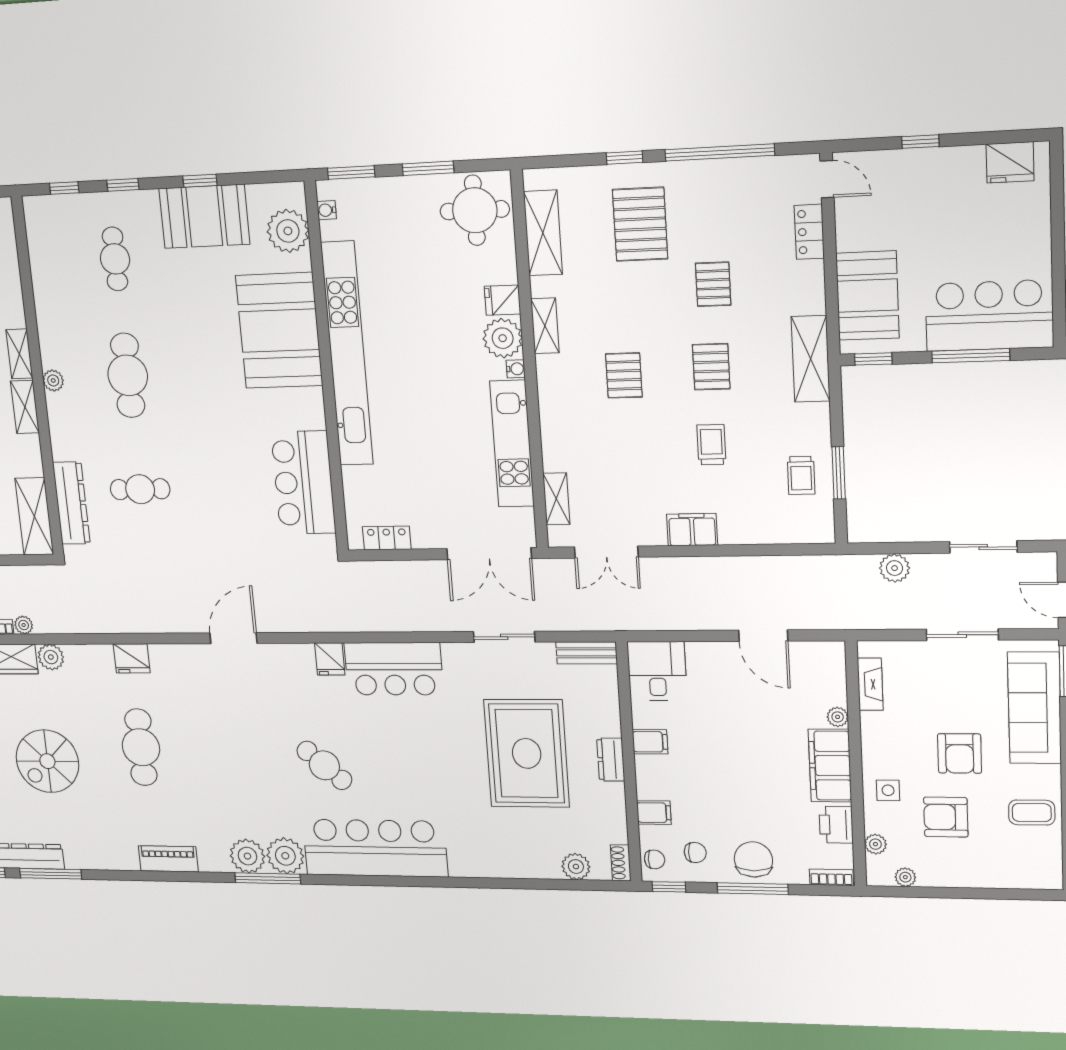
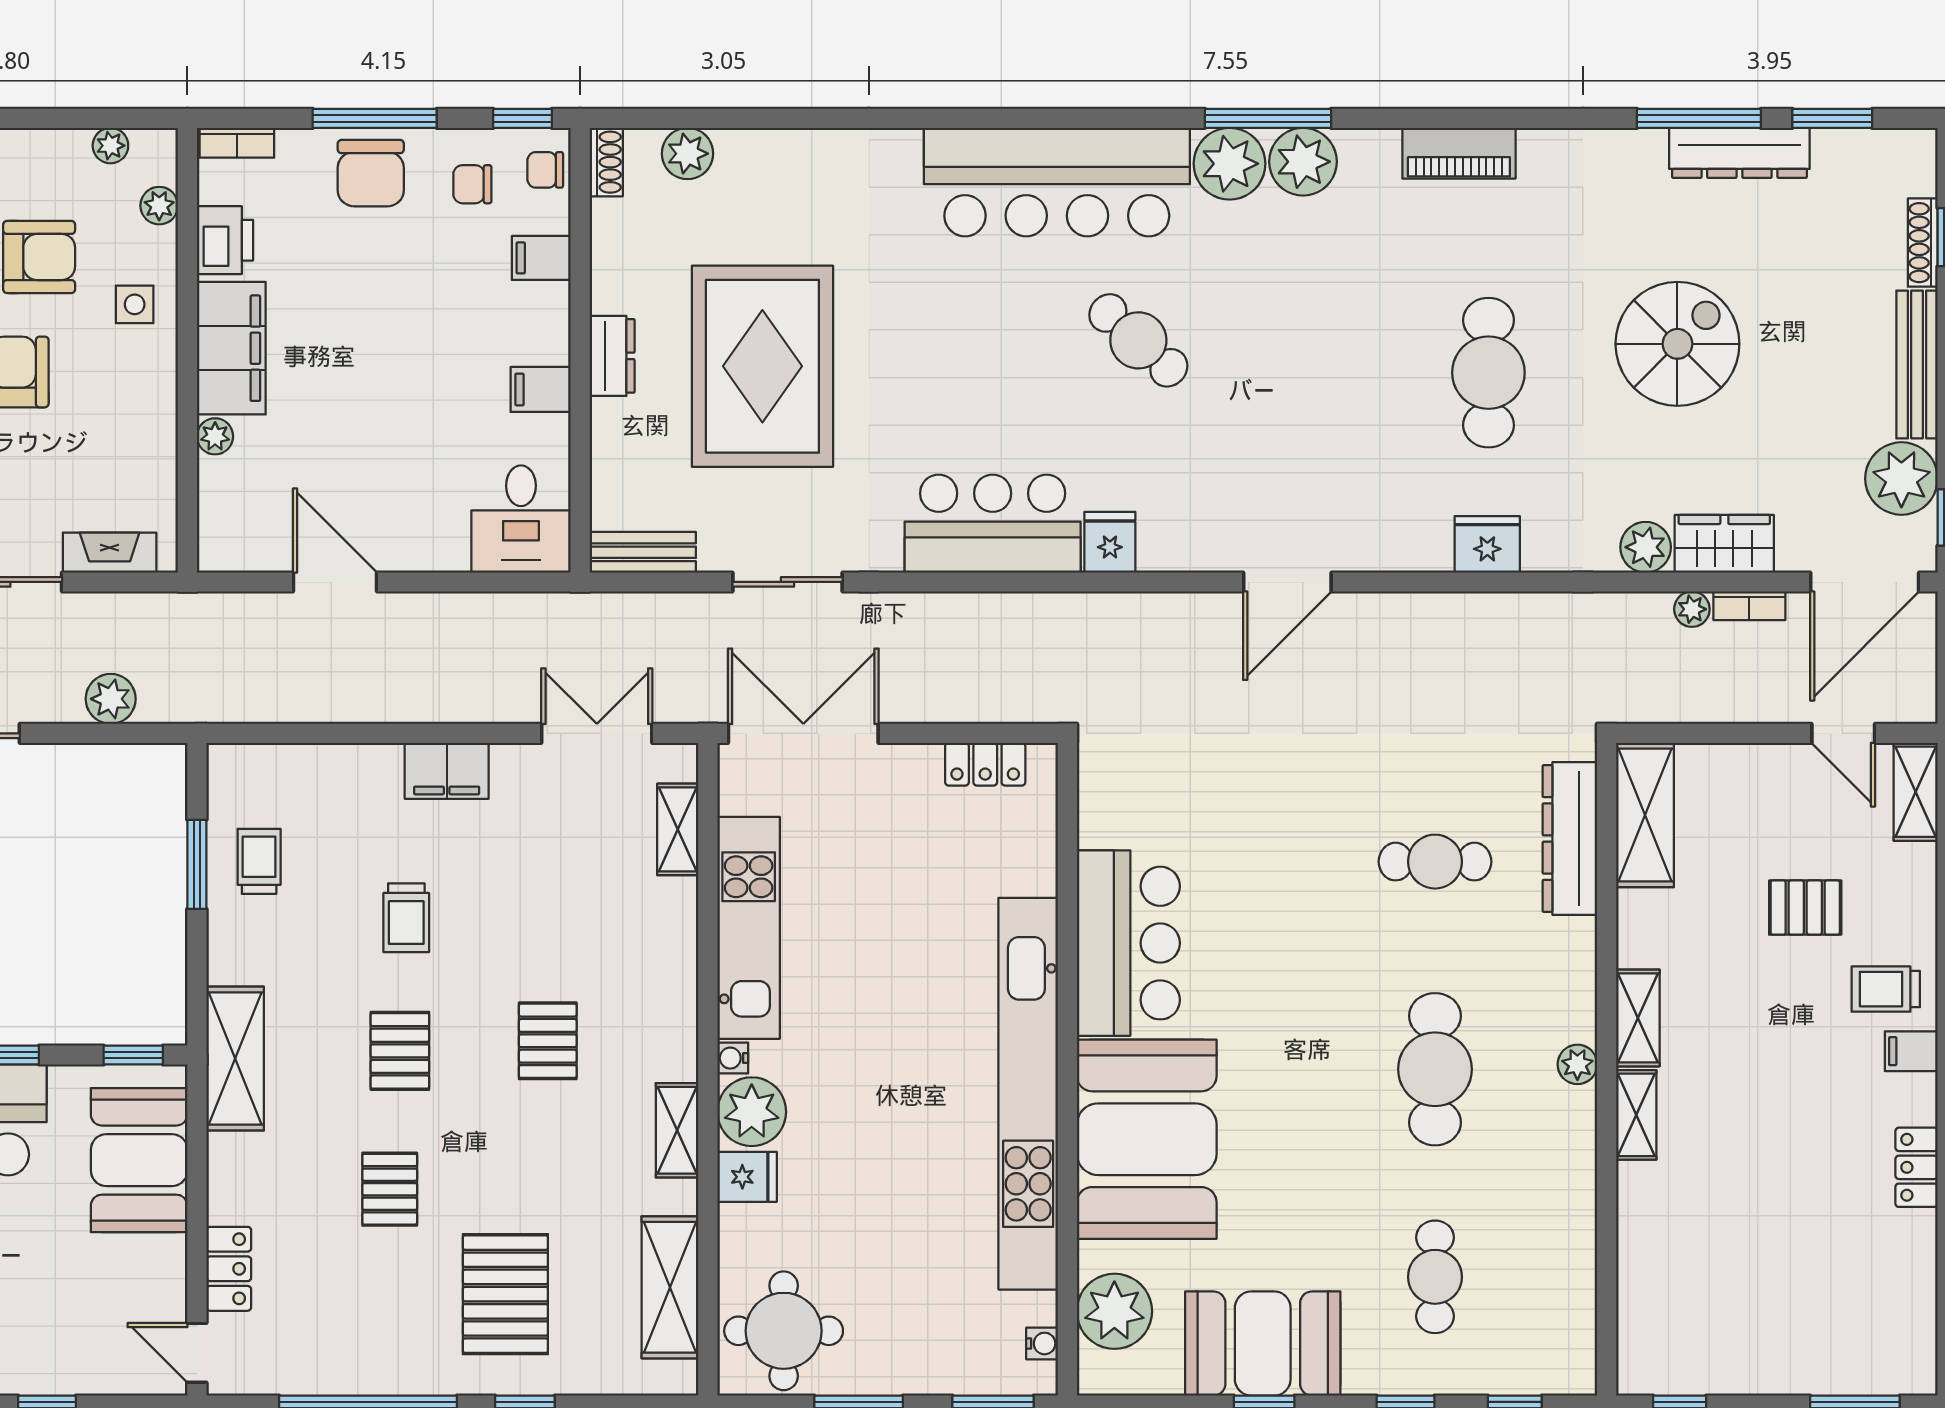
bar counter: (303, 483) -> (1128, 943), moved
fireplace: (870, 684) -> (110, 553), moved, turned 90

